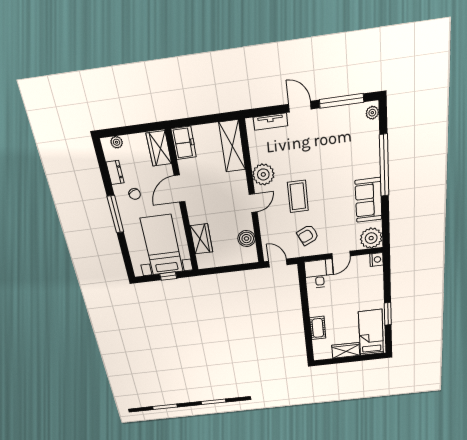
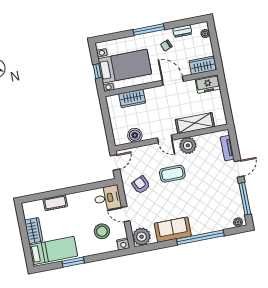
shelving: (232, 146) -> (195, 123), moved
stool: (358, 282) -> (102, 231), added

